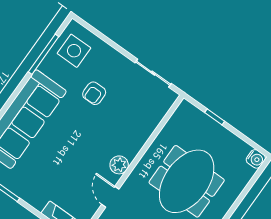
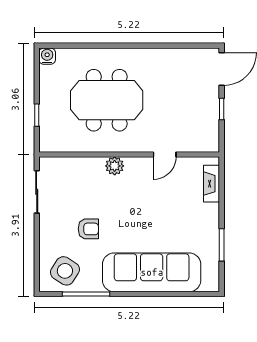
side table: (74, 51) -> (65, 271), turned 33
plant: (119, 165) -> (115, 166), moved

